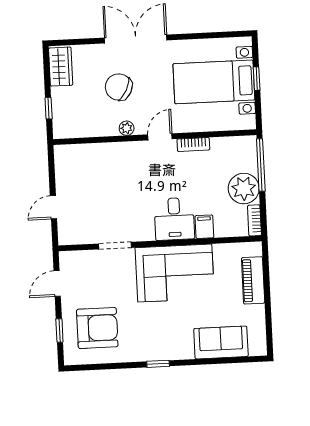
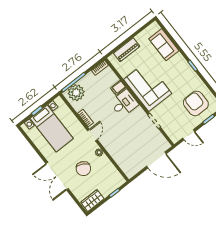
door: (160, 137) -> (92, 135), swing flipped
plant: (244, 189) -> (76, 93), moved
door: (53, 207) -> (156, 160), width x1.88

